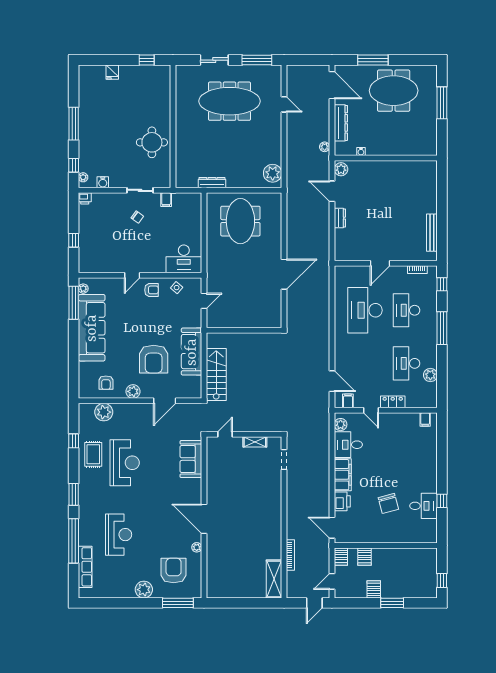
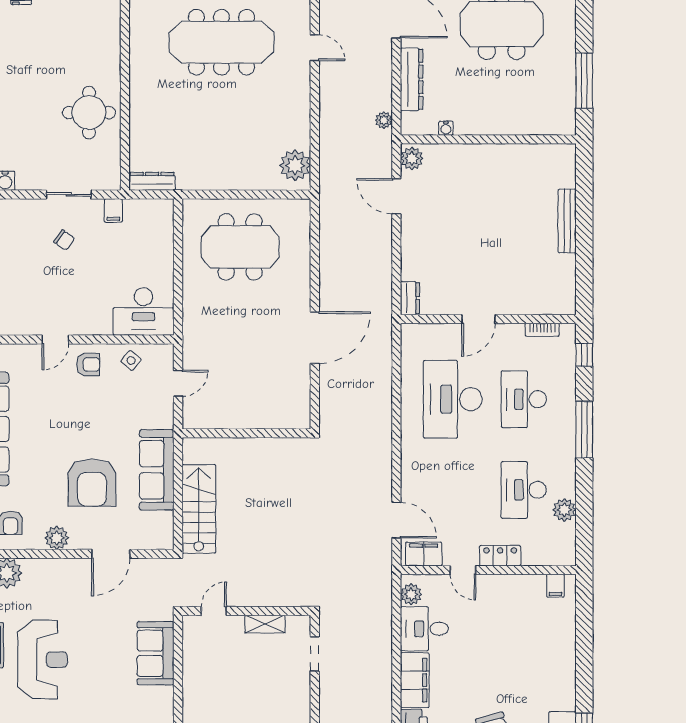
window: (442, 103) -> (584, 81), moved
dresser: (212, 183) -> (152, 181), moved
dresser: (340, 218) -> (410, 298), moved
meeting table: (240, 221) -> (240, 247), turned 90
bench: (432, 233) -> (567, 221), moved
filing cabinet: (348, 401) -> (424, 554), width x2.00

